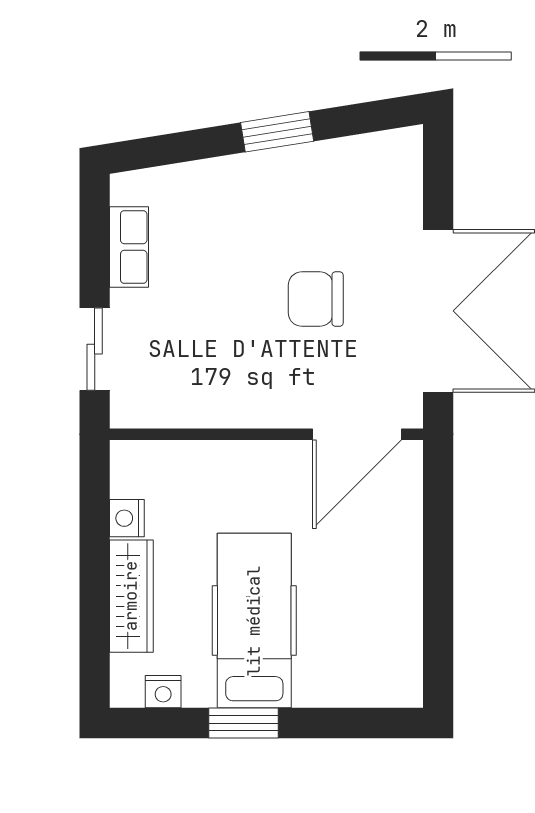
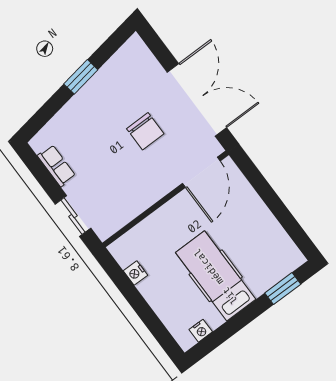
chair: (316, 299) -> (145, 131), turned -90
wardrobe: (131, 596) -> (160, 302), removed
window: (243, 723) -> (283, 289), moved

